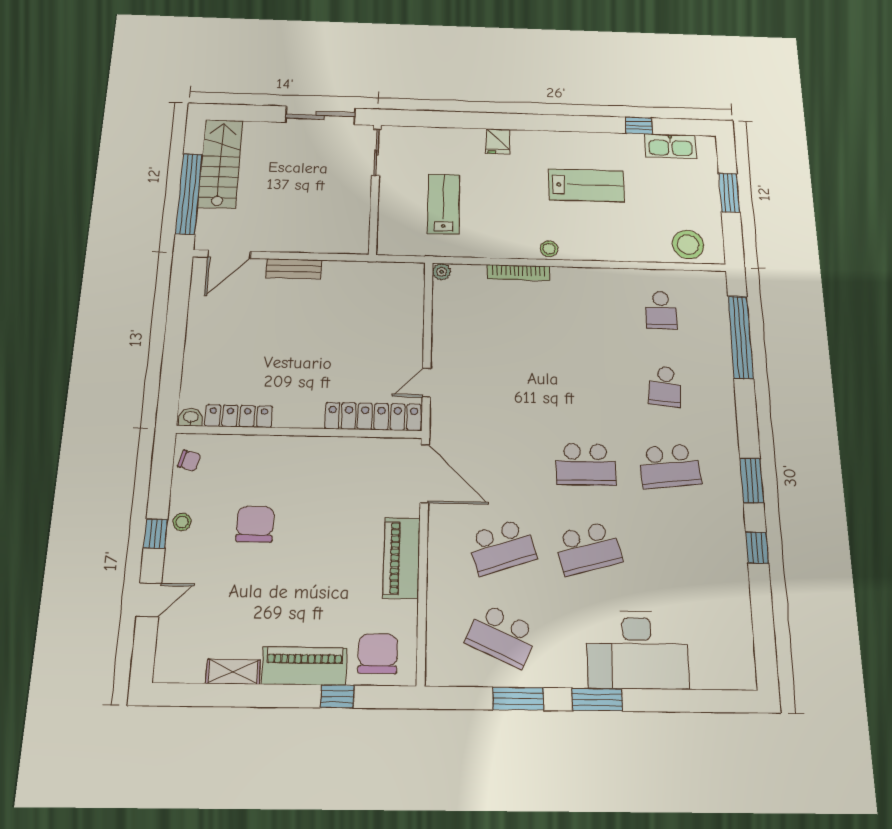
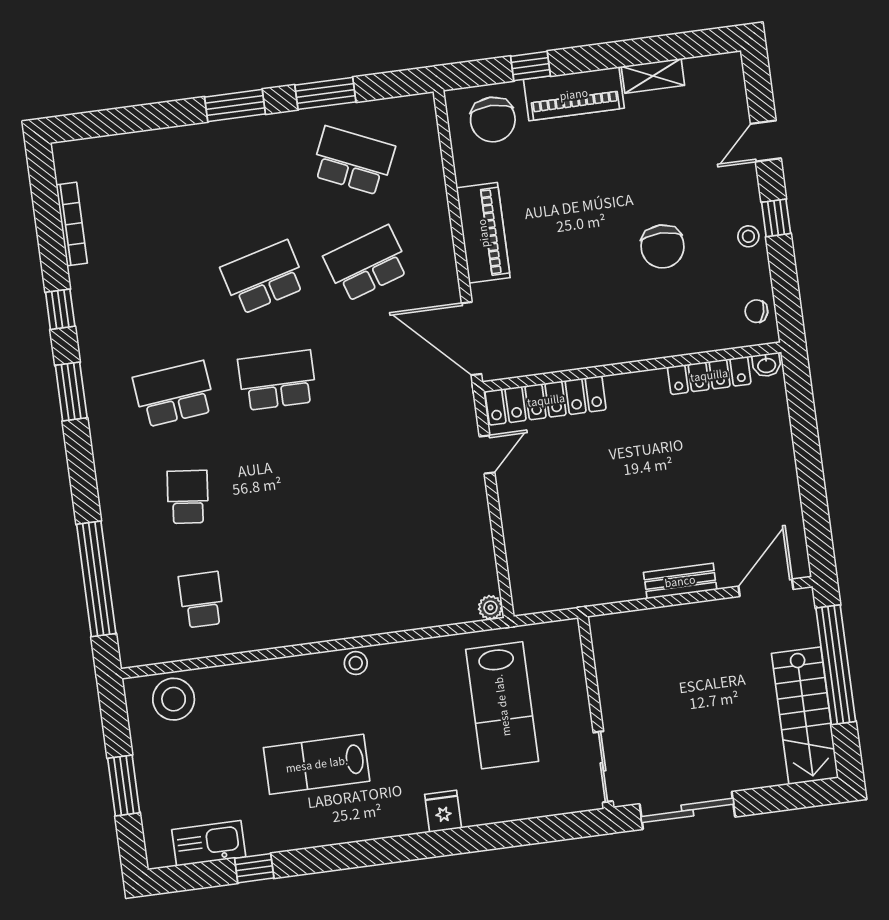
lab bench: (444, 204) -> (502, 705), width x1.36, depth x1.39
bookcase: (518, 273) -> (72, 224), moved, turned 90
desk: (637, 650) -> (194, 168), removed

